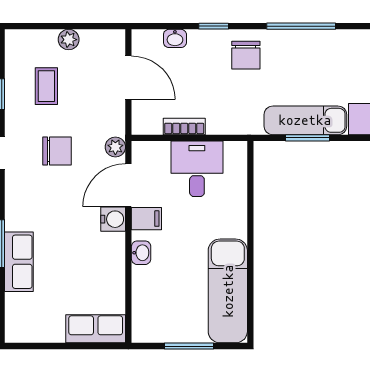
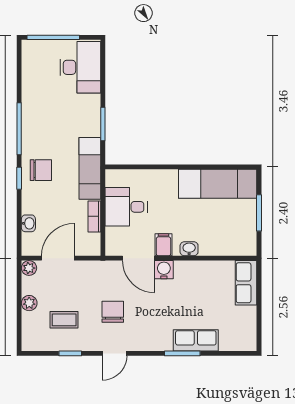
window: (214, 26) -> (19, 178), moved
exam couch: (305, 120) -> (90, 168), moved
plant: (115, 147) -> (29, 268), moved

